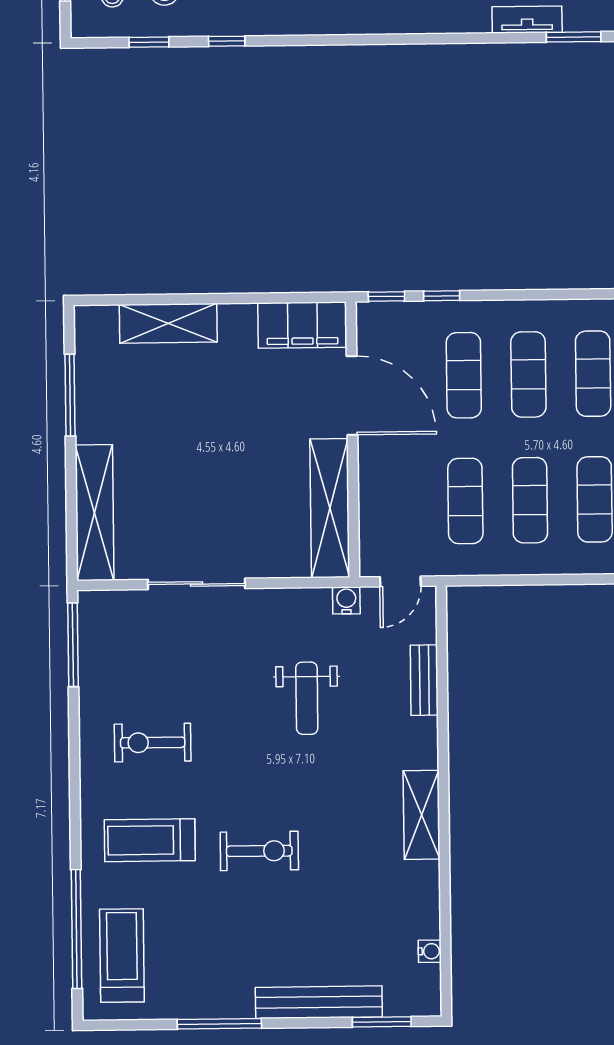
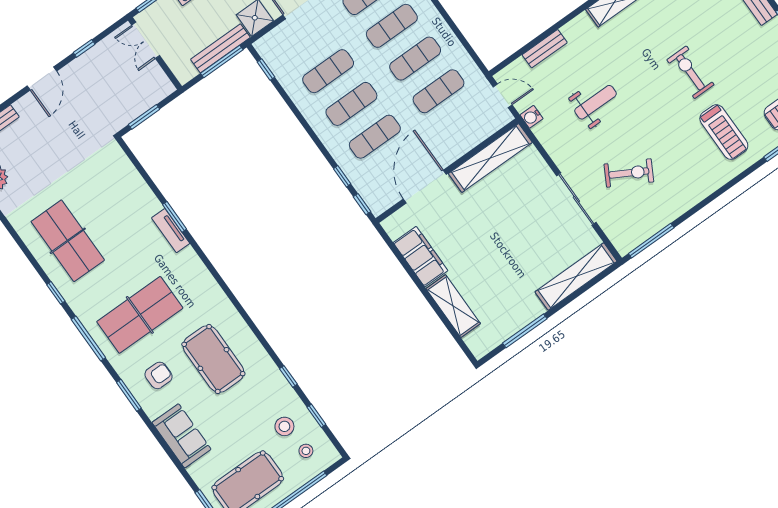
window: (574, 37) -> (174, 217), moved
filing cabinet: (302, 325) -> (420, 257), moved
exercise bike: (153, 743) -> (629, 173), moved, turned -61

